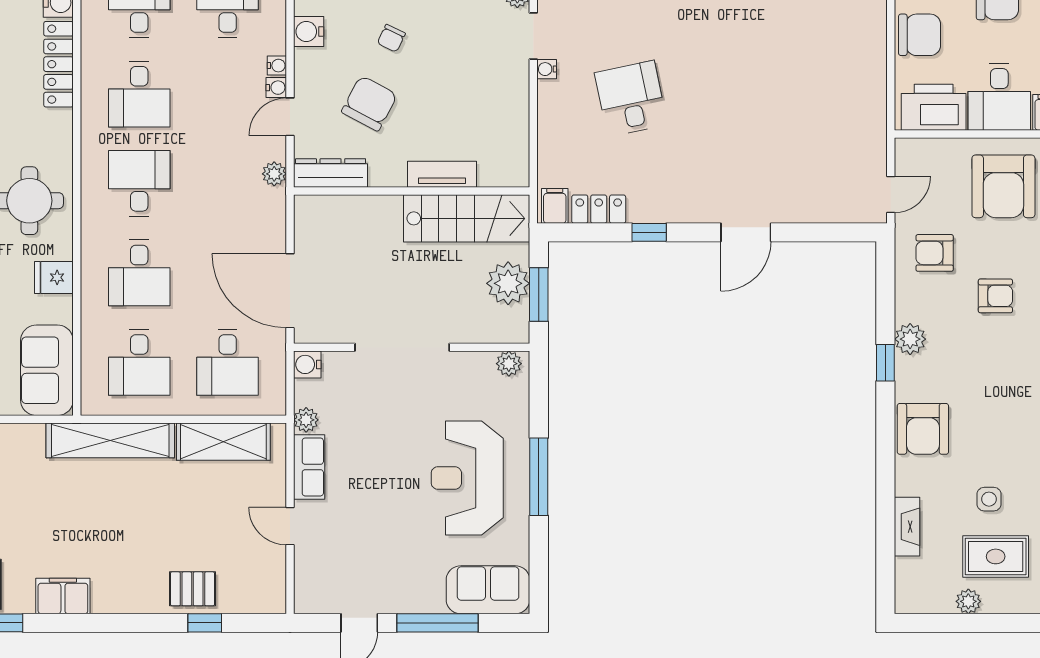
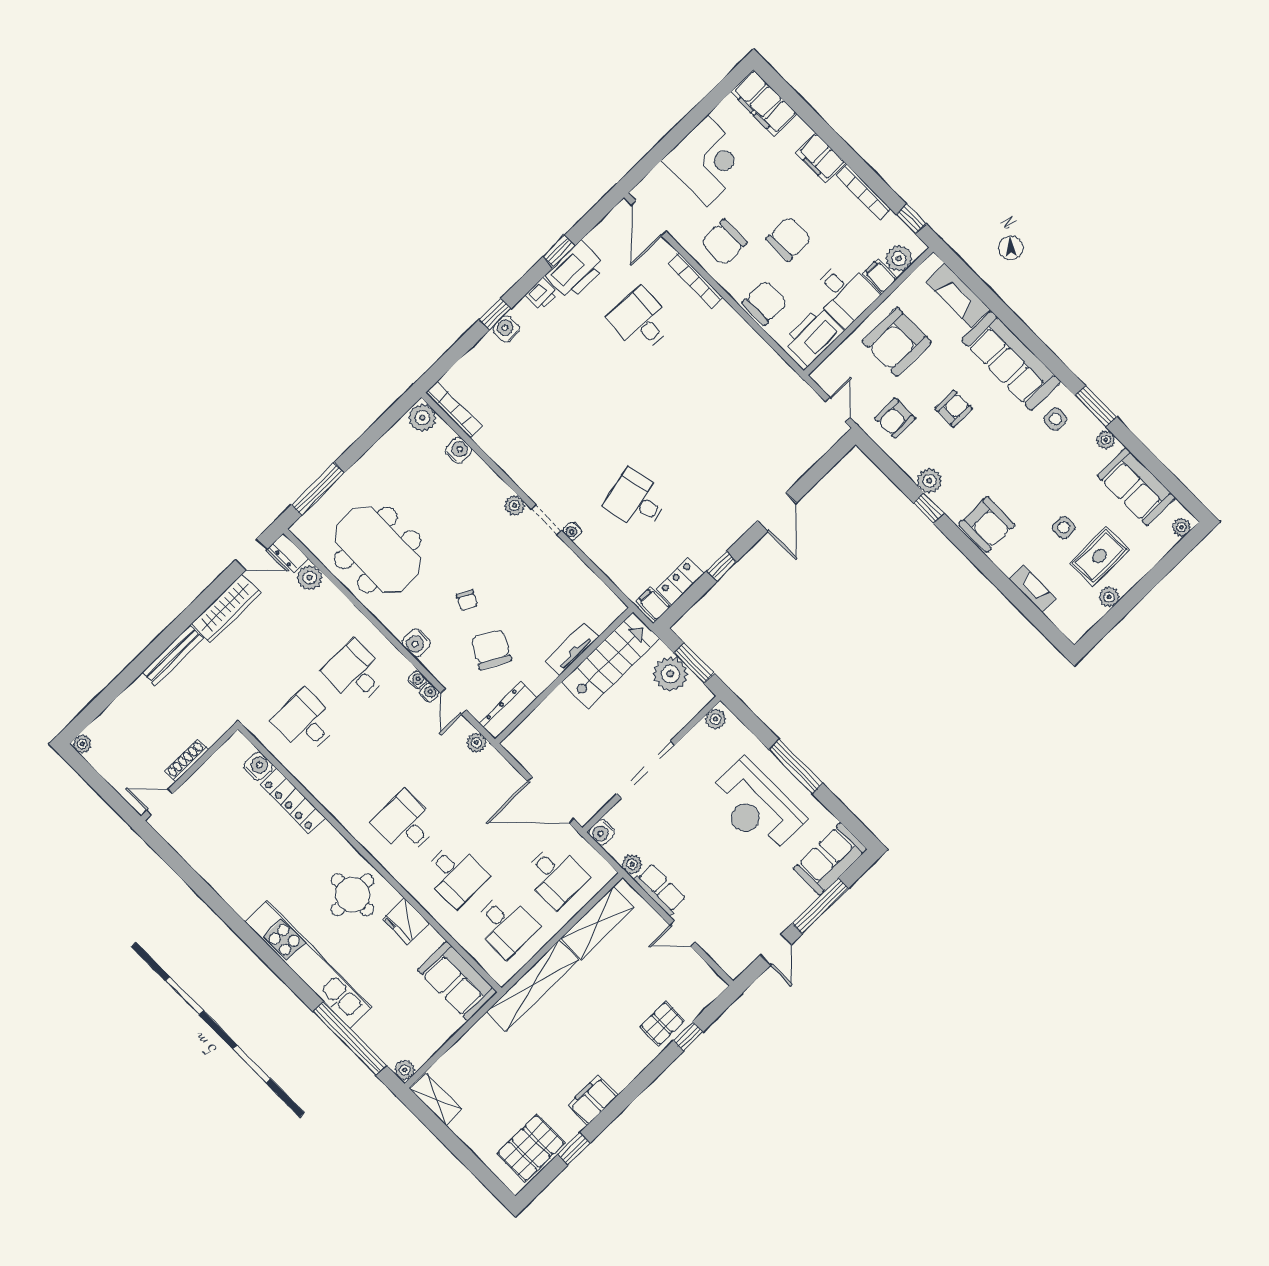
desk: (139, 94) -> (355, 773), removed
armchair: (1003, 186) -> (897, 342), turned 90
fridge: (54, 277) -> (406, 921), width x1.38

